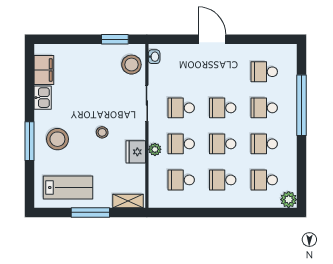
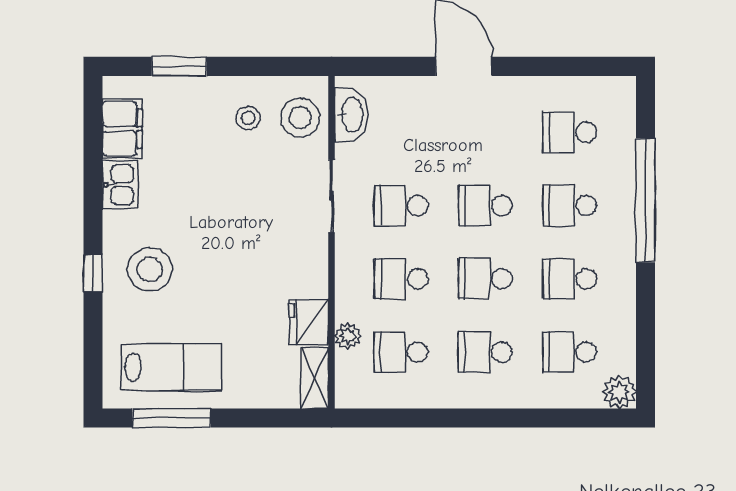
window: (115, 39) -> (179, 66), moved
washbasin: (154, 57) -> (351, 115), width x1.91, depth x1.45
stool: (102, 132) -> (248, 118), moved
window: (29, 141) -> (93, 273), width x0.46
plant: (155, 149) -> (348, 336), moved
fridge: (136, 152) -> (309, 322), moved
shelving: (128, 201) -> (315, 378), moved, turned 90
window: (90, 212) -> (172, 418), moved

